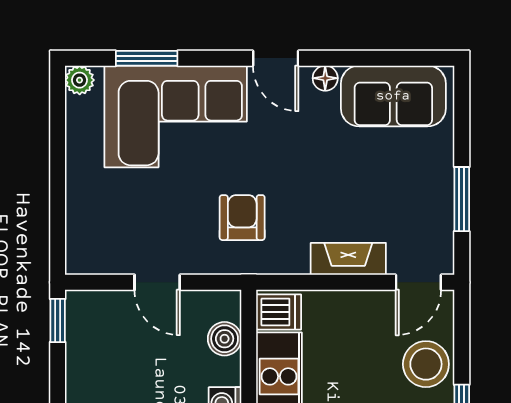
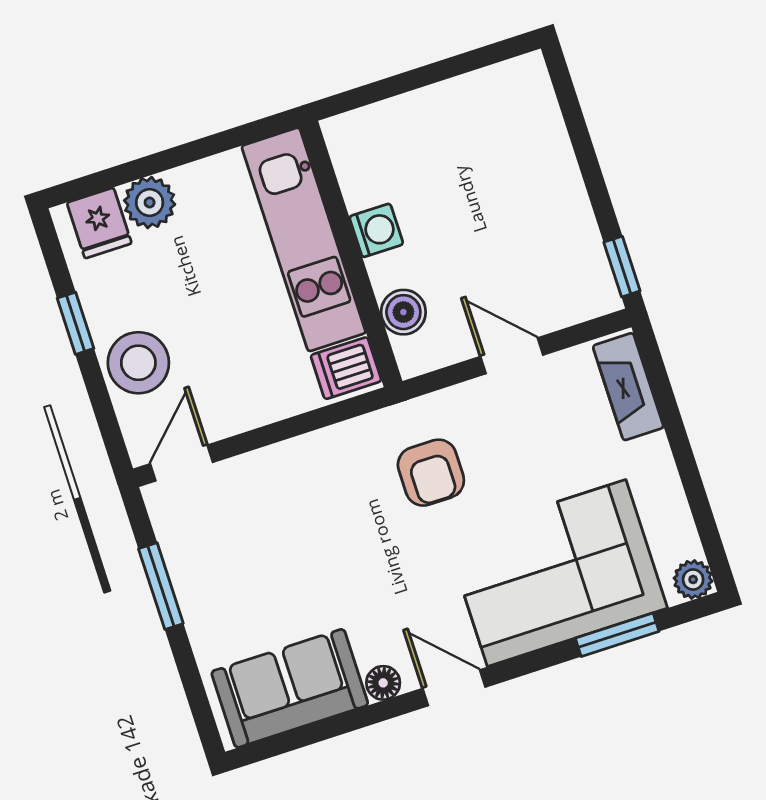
fireplace: (348, 259) -> (628, 387), moved, turned 90

